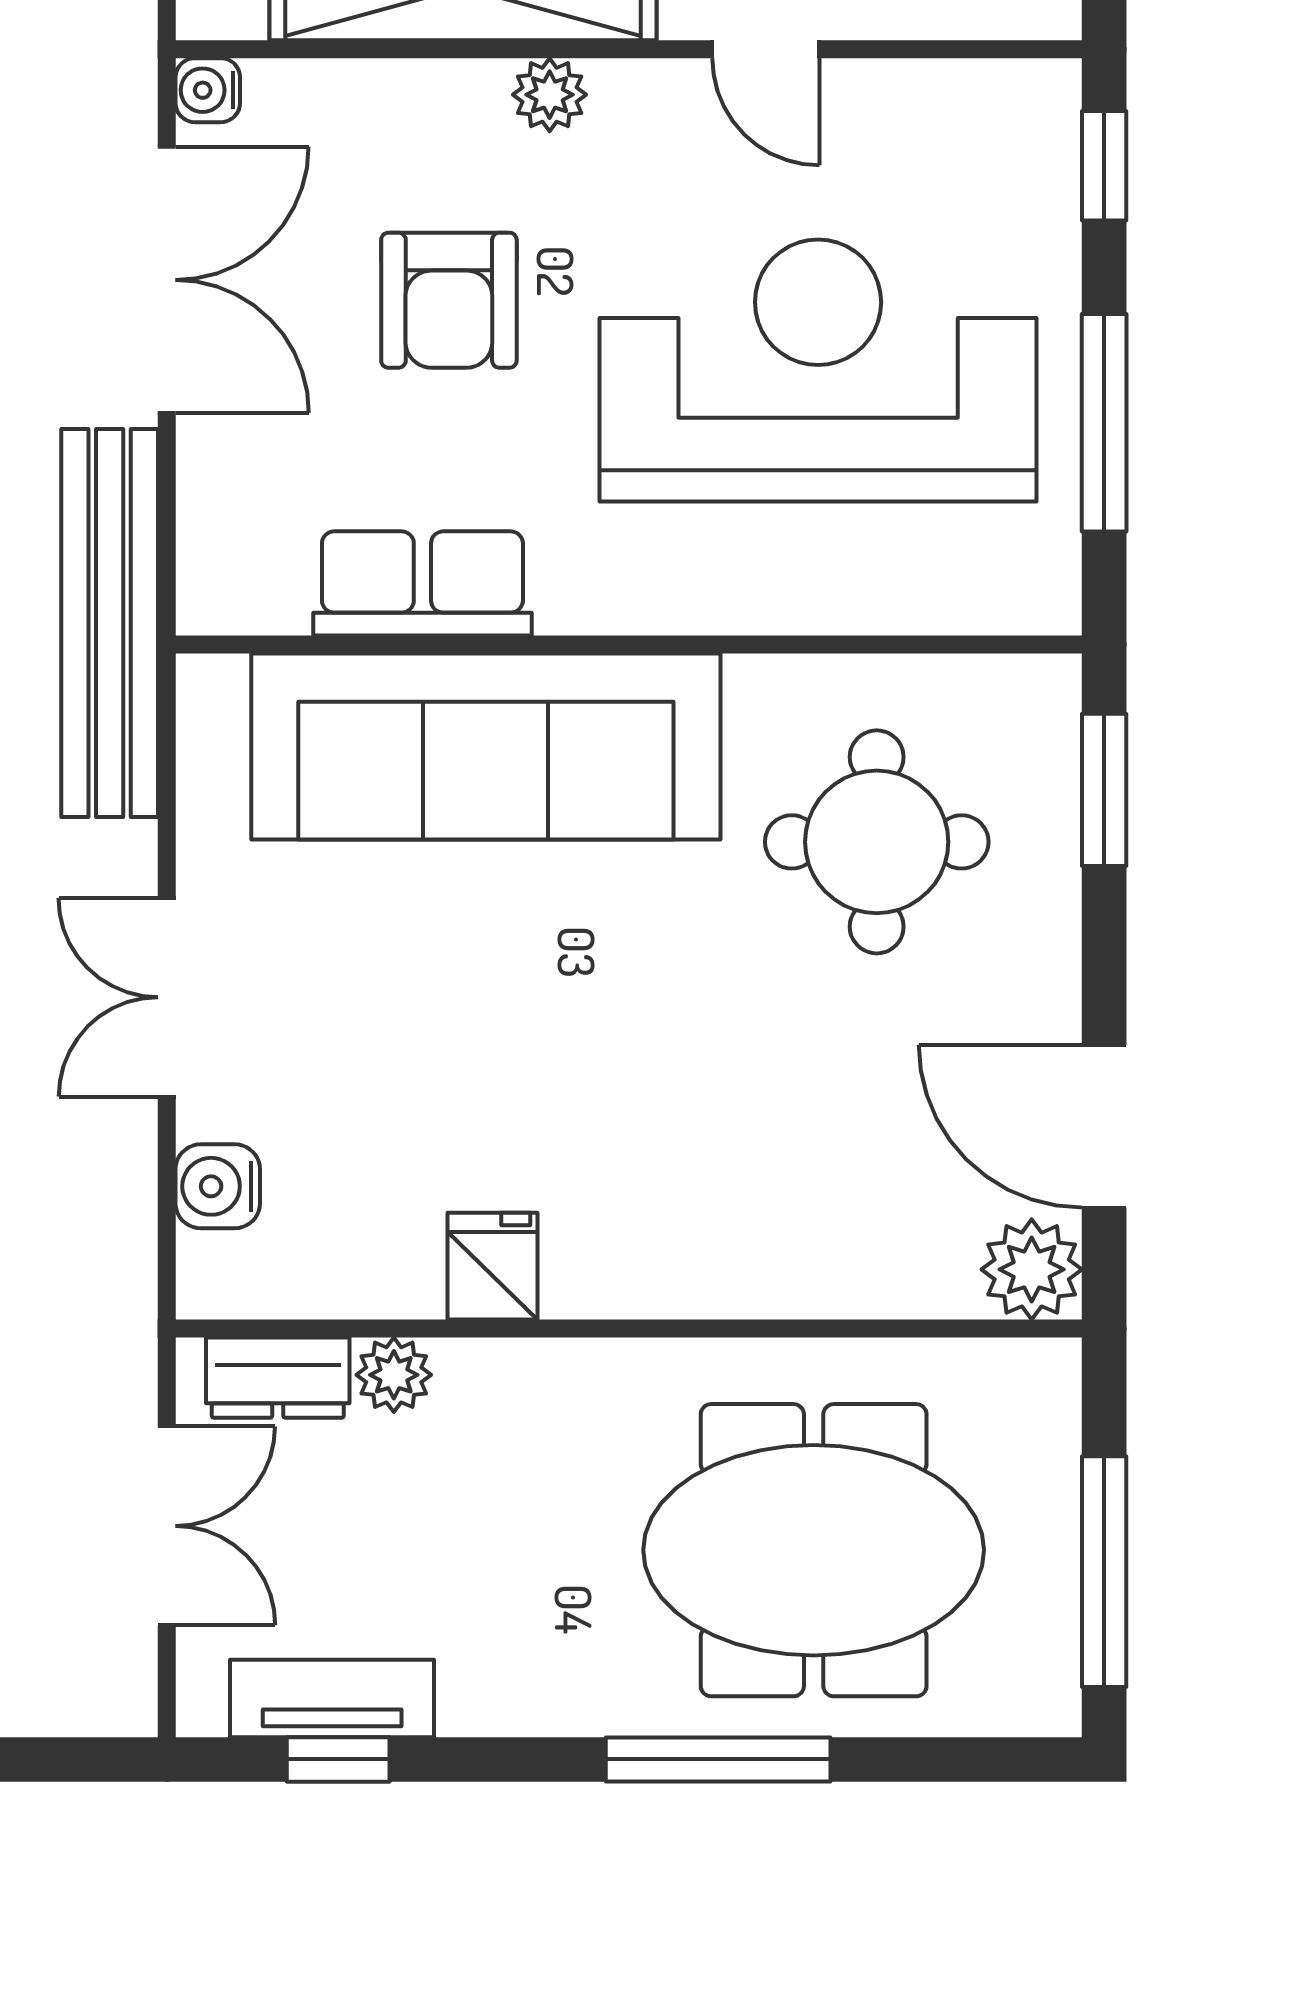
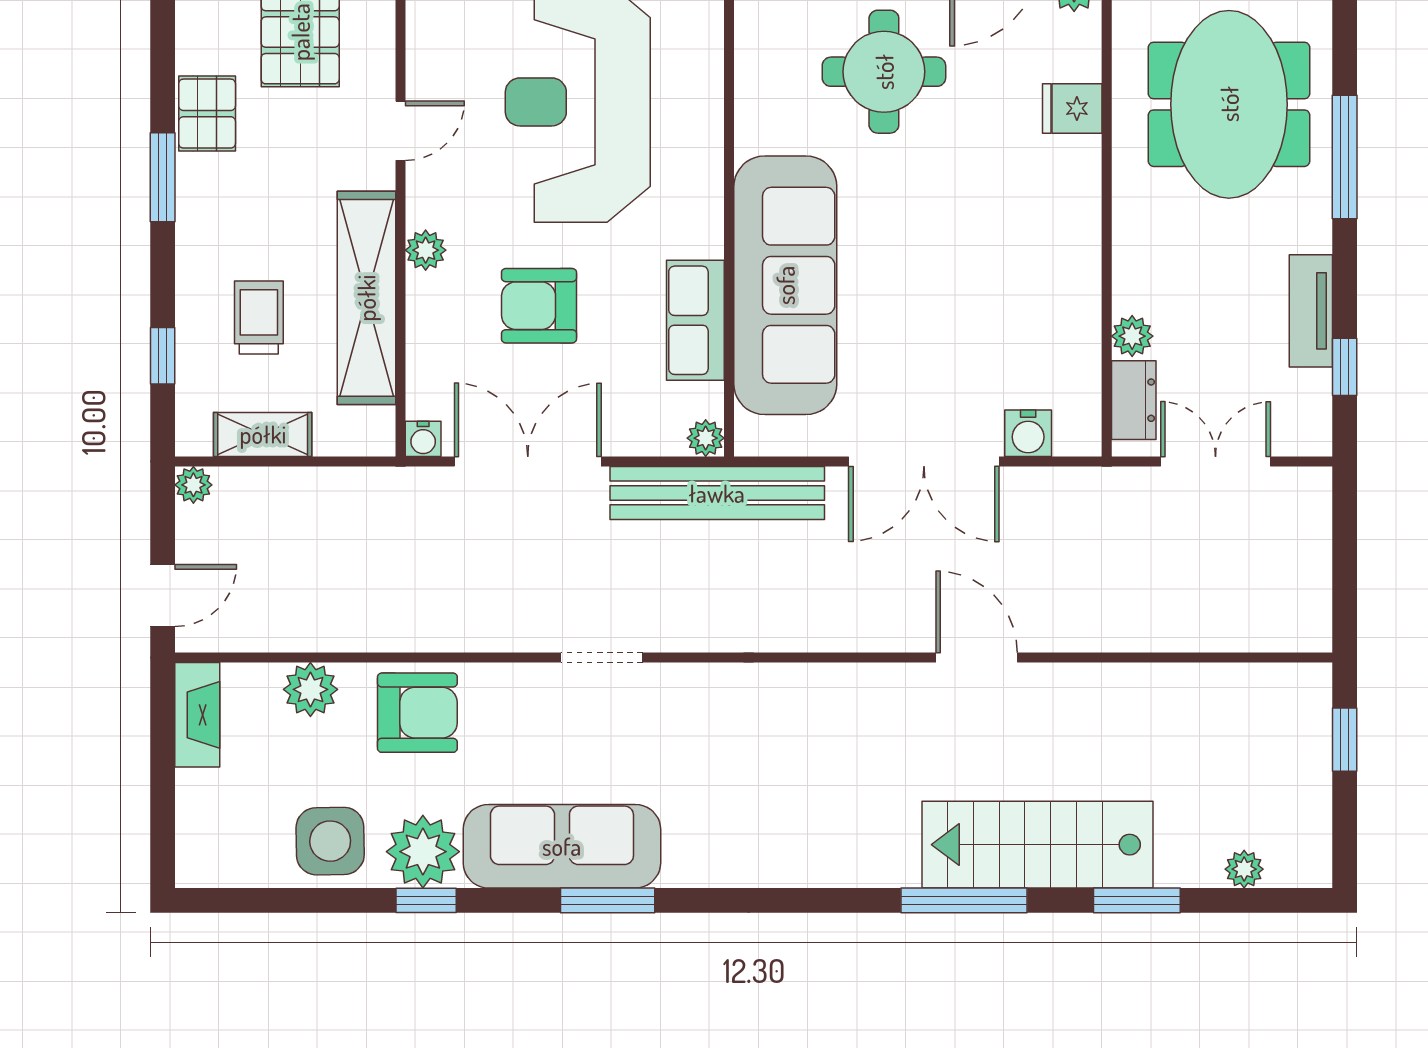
armchair: (449, 300) -> (539, 306), turned 180
plant: (209, 602) -> (706, 438), added
round table: (877, 842) -> (884, 72), moved
double door: (167, 997) -> (924, 461), width x1.37
fridge: (492, 1266) -> (1072, 108), moved
tv unit: (332, 1698) -> (1311, 311), moved

